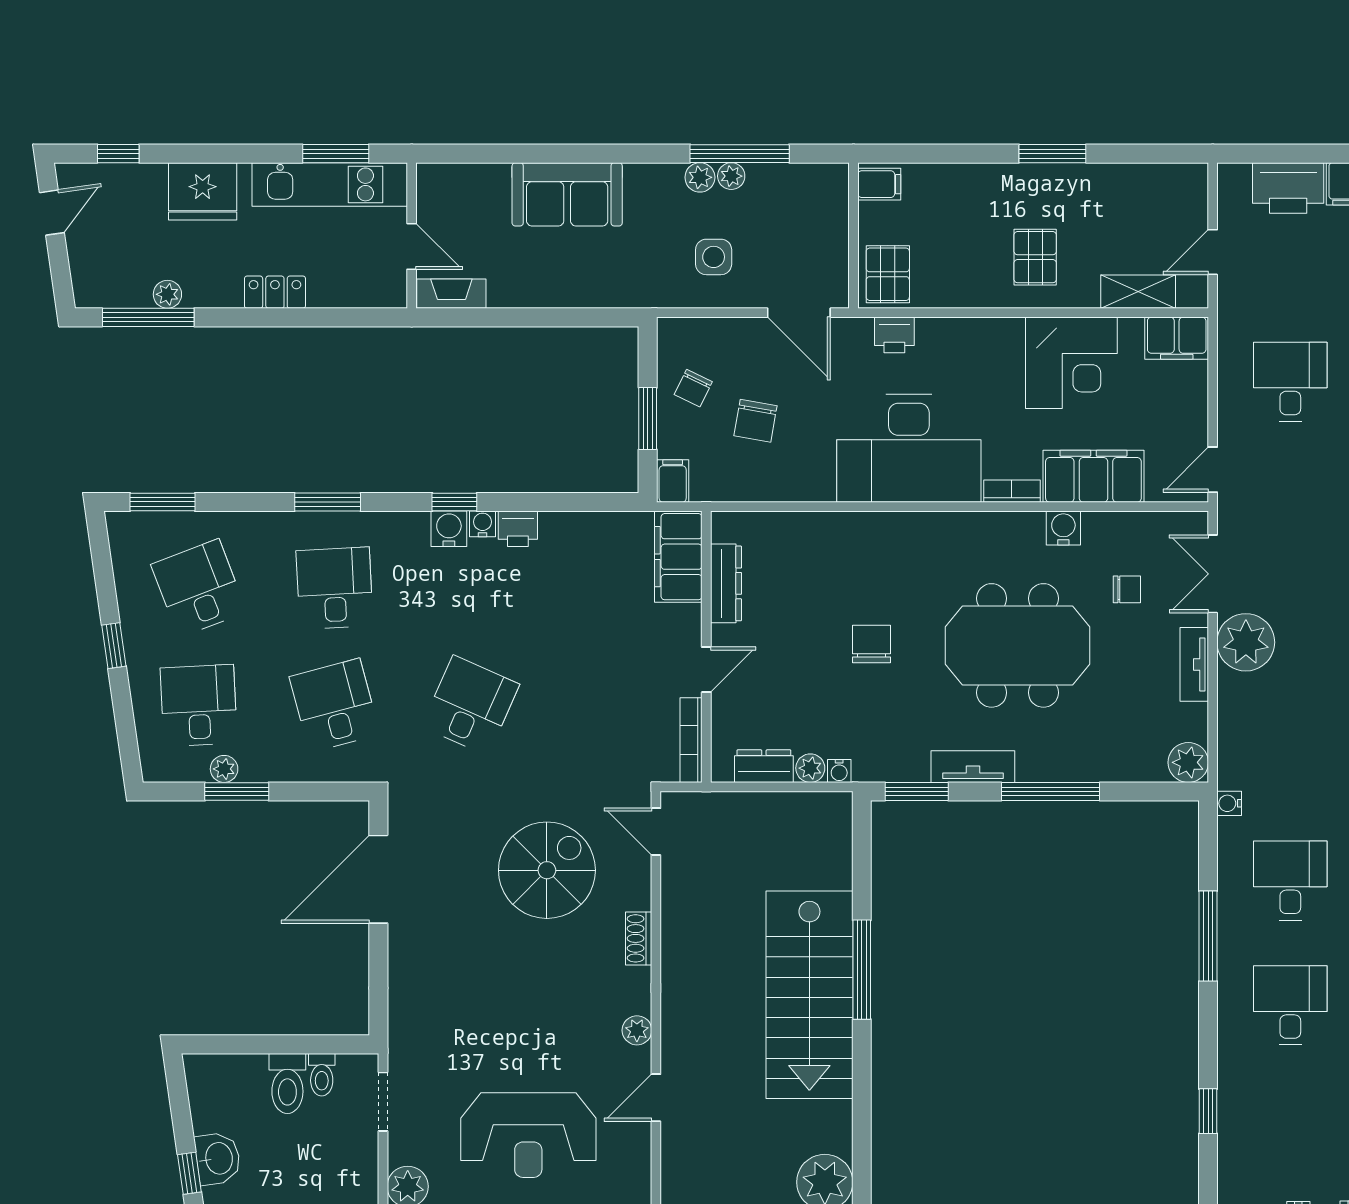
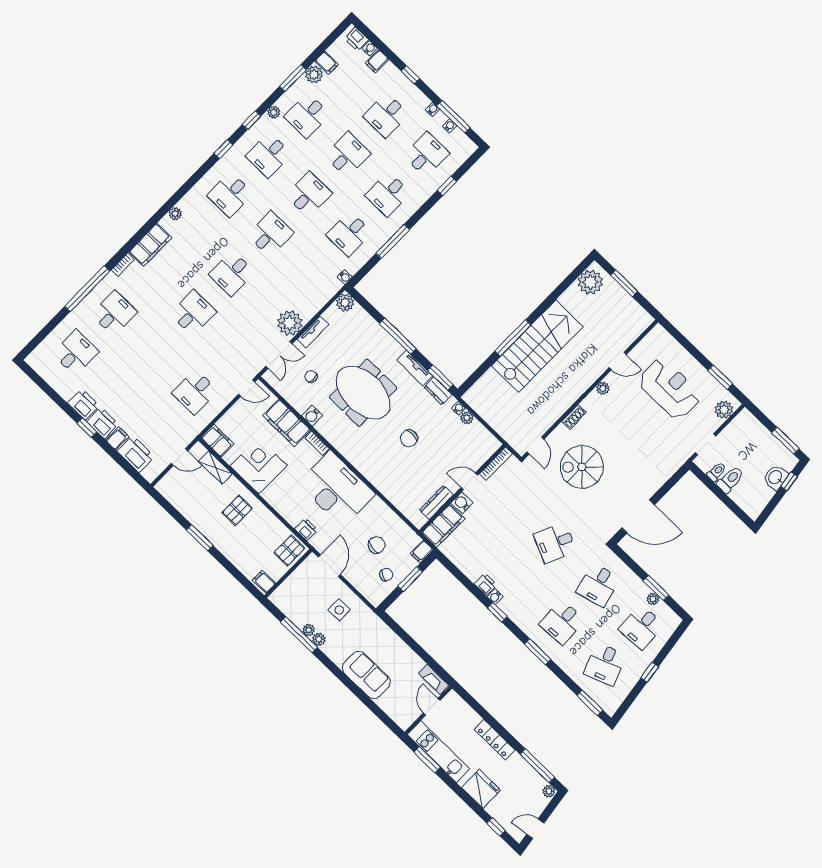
locker: (275, 292) -> (495, 740), width x1.53
plant: (167, 294) -> (549, 791), moved
water cooler: (449, 529) -> (462, 503), moved, turned 90
dresser: (764, 766) -> (438, 391), moved
desk: (1290, 1130) -> (426, 155), added

